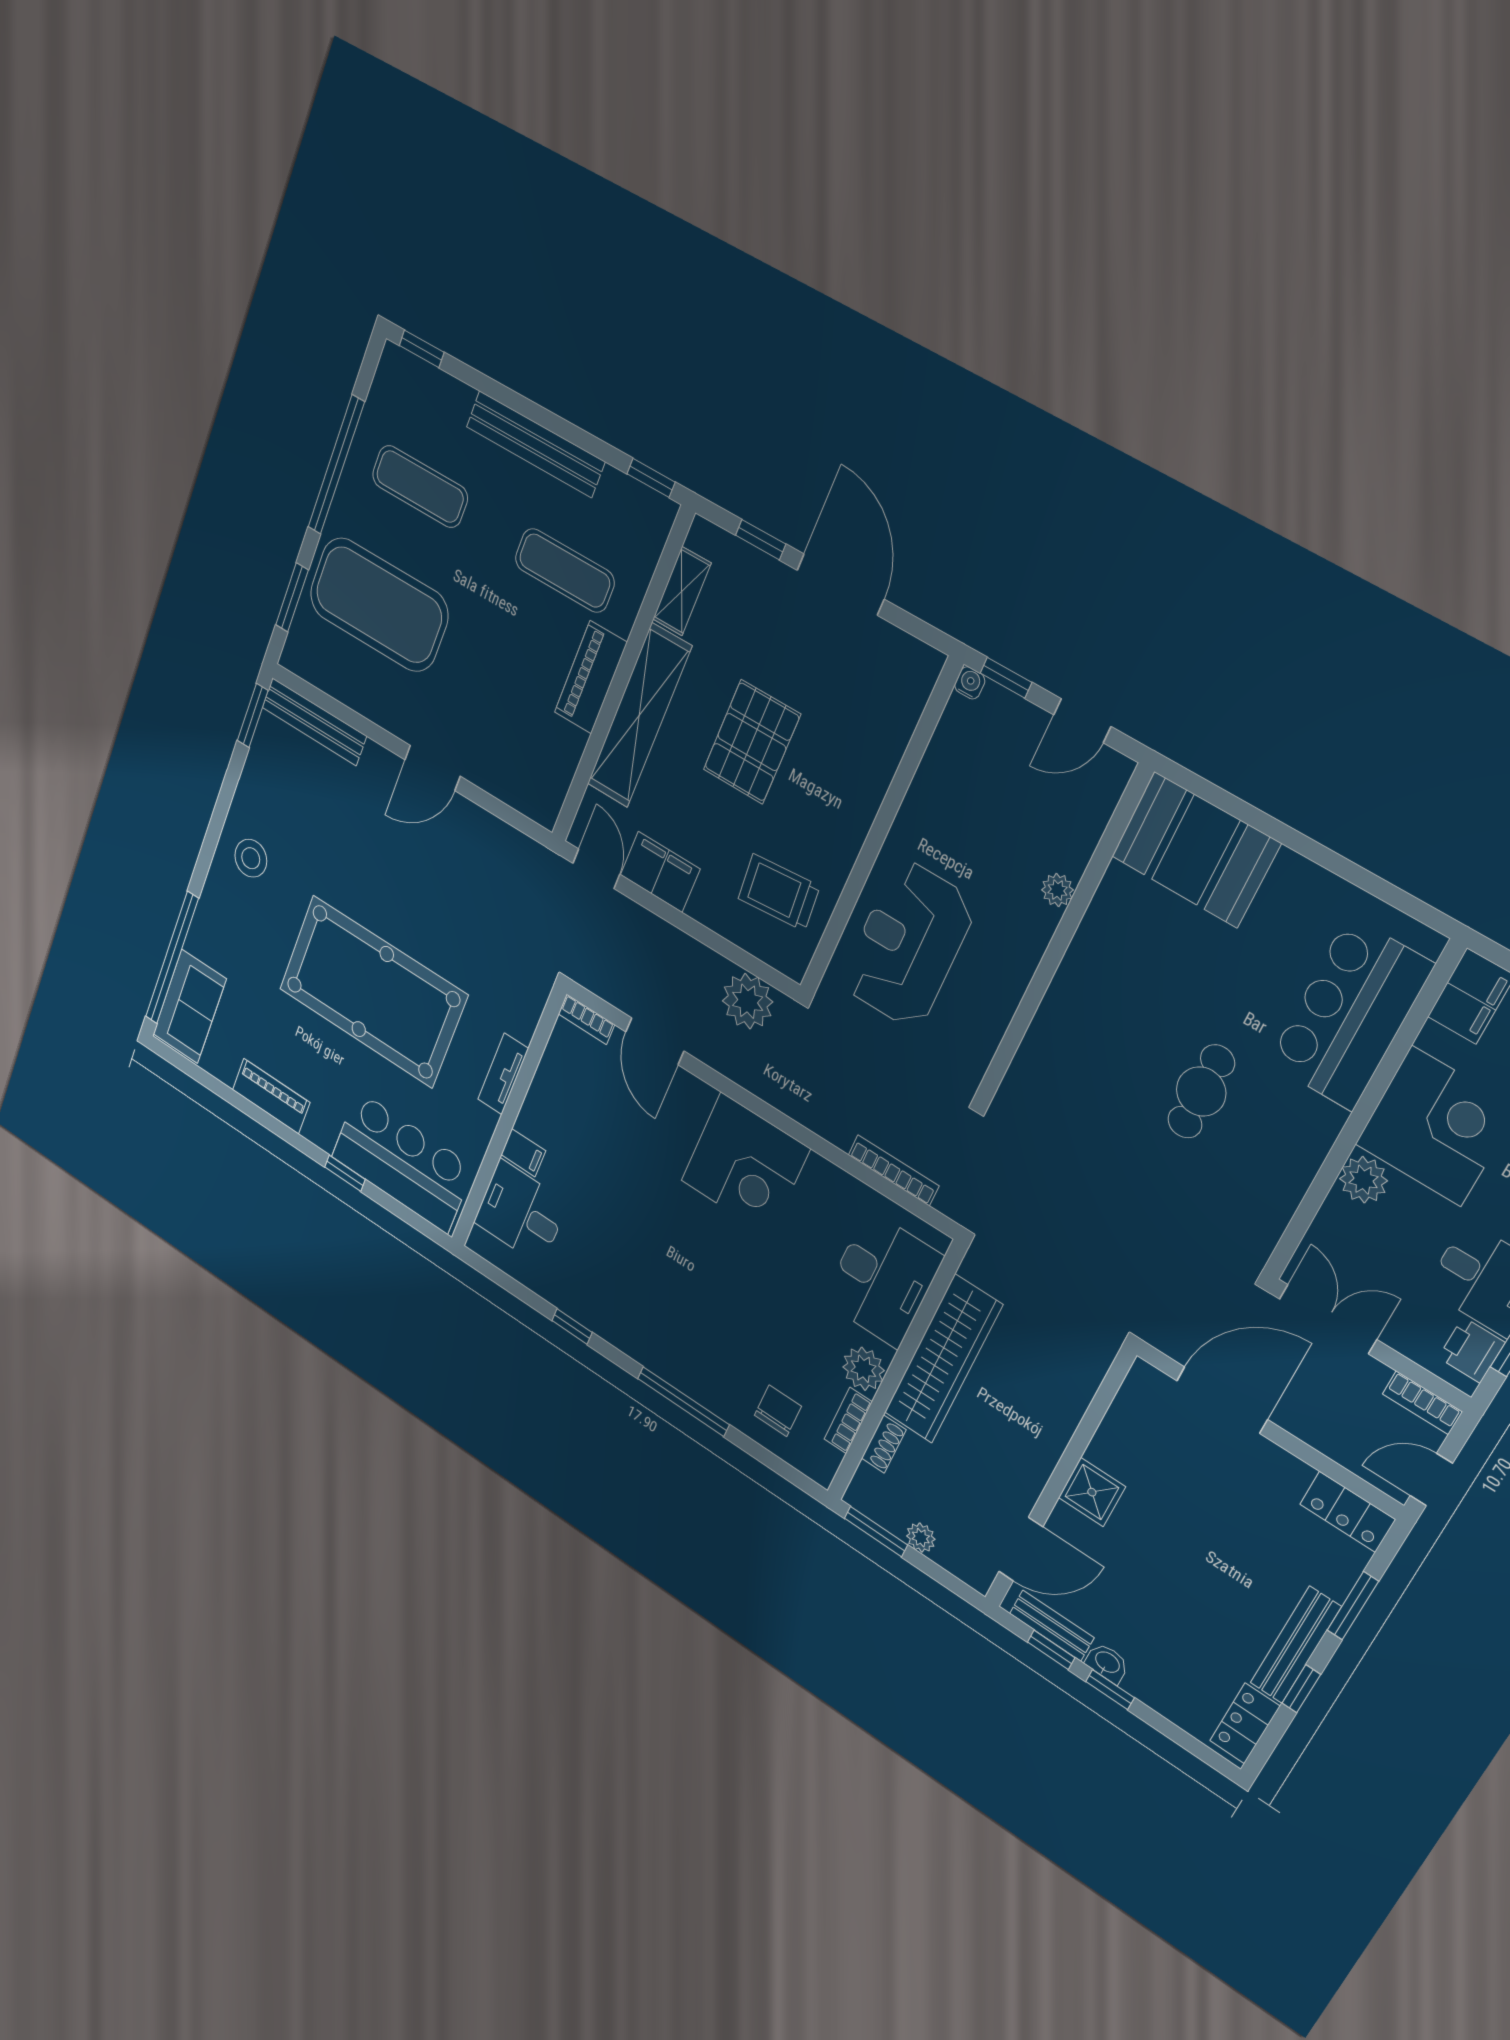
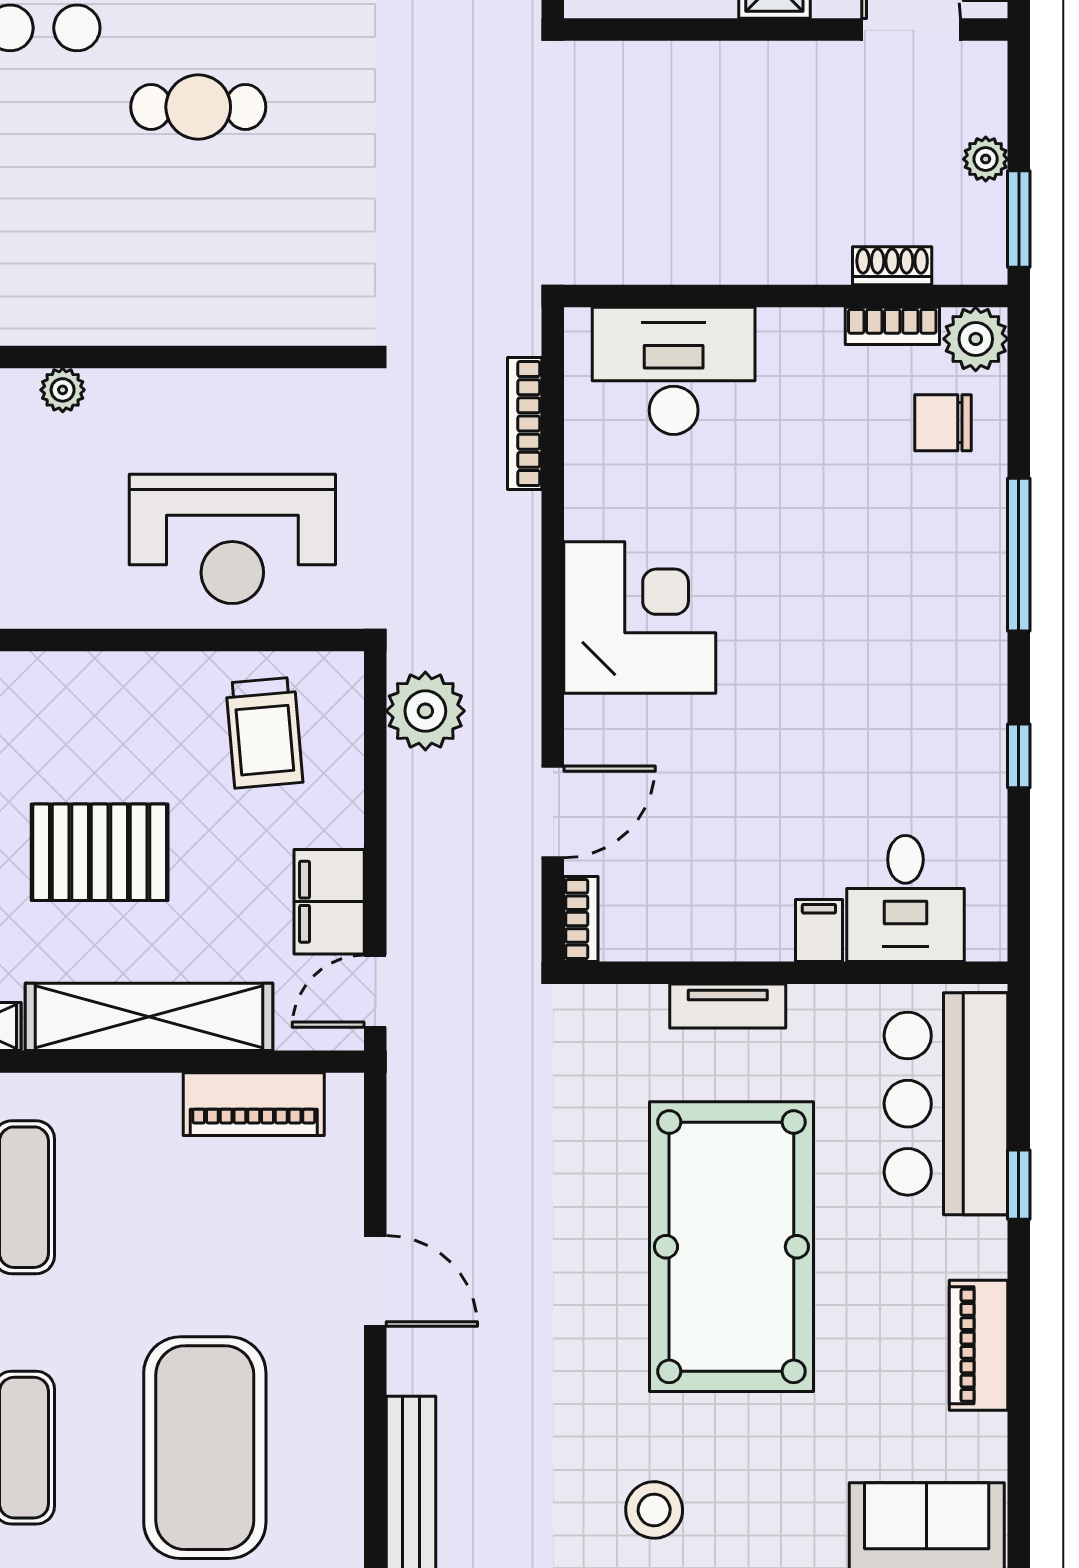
piano: (591, 677) -> (254, 1104), moved
wardrobe: (943, 1359) -> (727, 246), removed
plant: (863, 1369) -> (976, 339), moved

